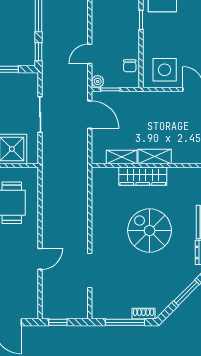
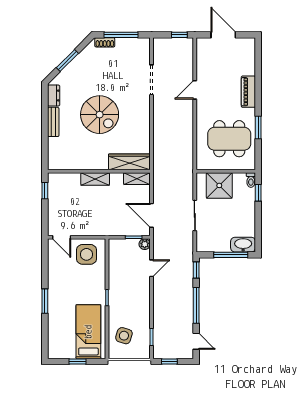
chair: (130, 66) -> (117, 258), removed
shelving: (122, 157) -> (137, 179), moved
wardrobe: (143, 176) -> (129, 162), moved

